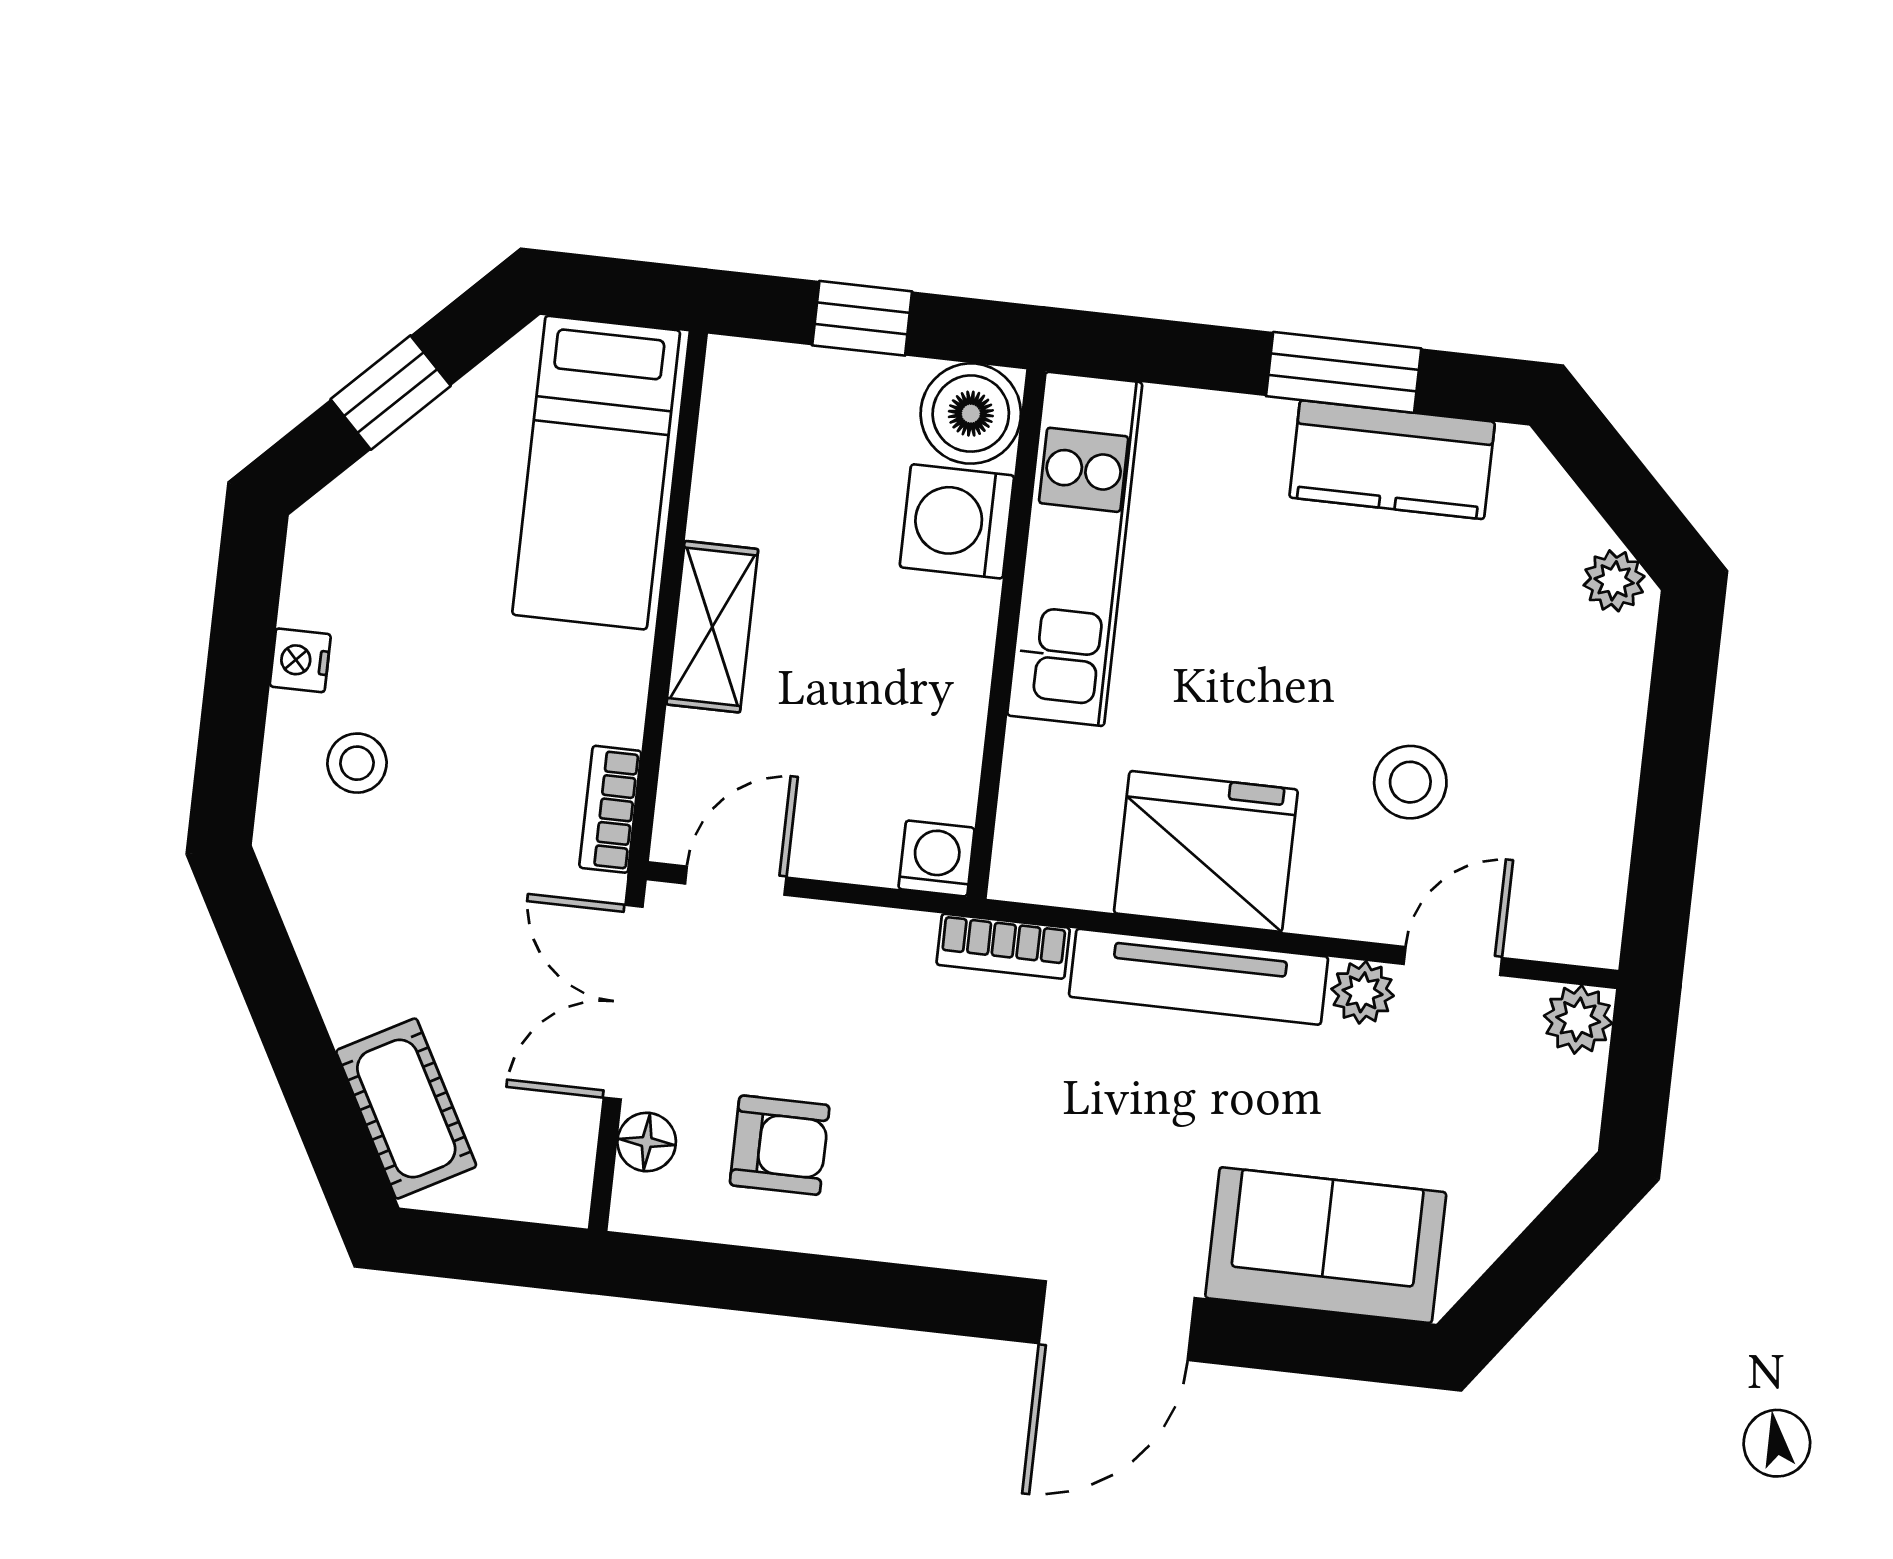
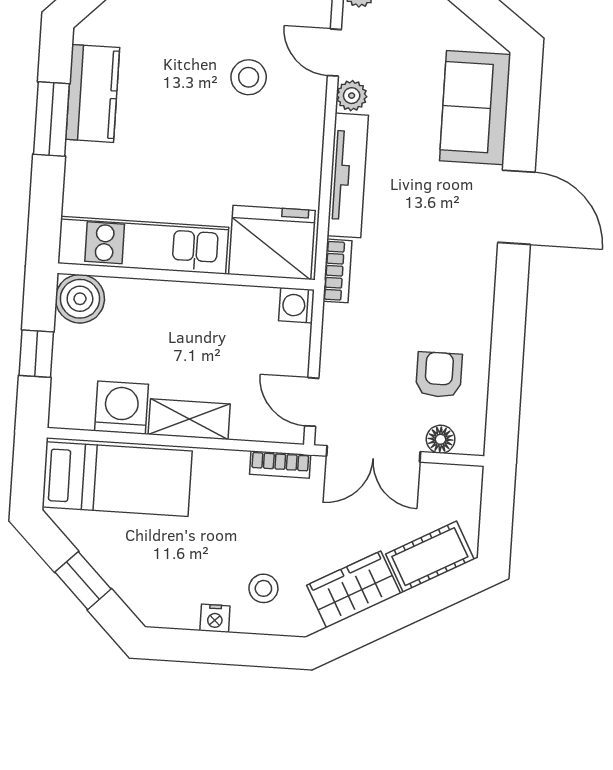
washing machine: (957, 521) -> (122, 408), moved, turned 180
fridge: (1206, 851) -> (272, 242), moved, turned 90
wardrobe: (346, 949) -> (354, 589), added

